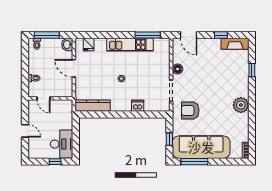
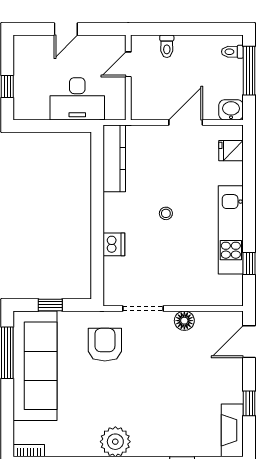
window: (148, 35) -> (249, 263), width x0.46
desk: (62, 144) -> (77, 99), moved

